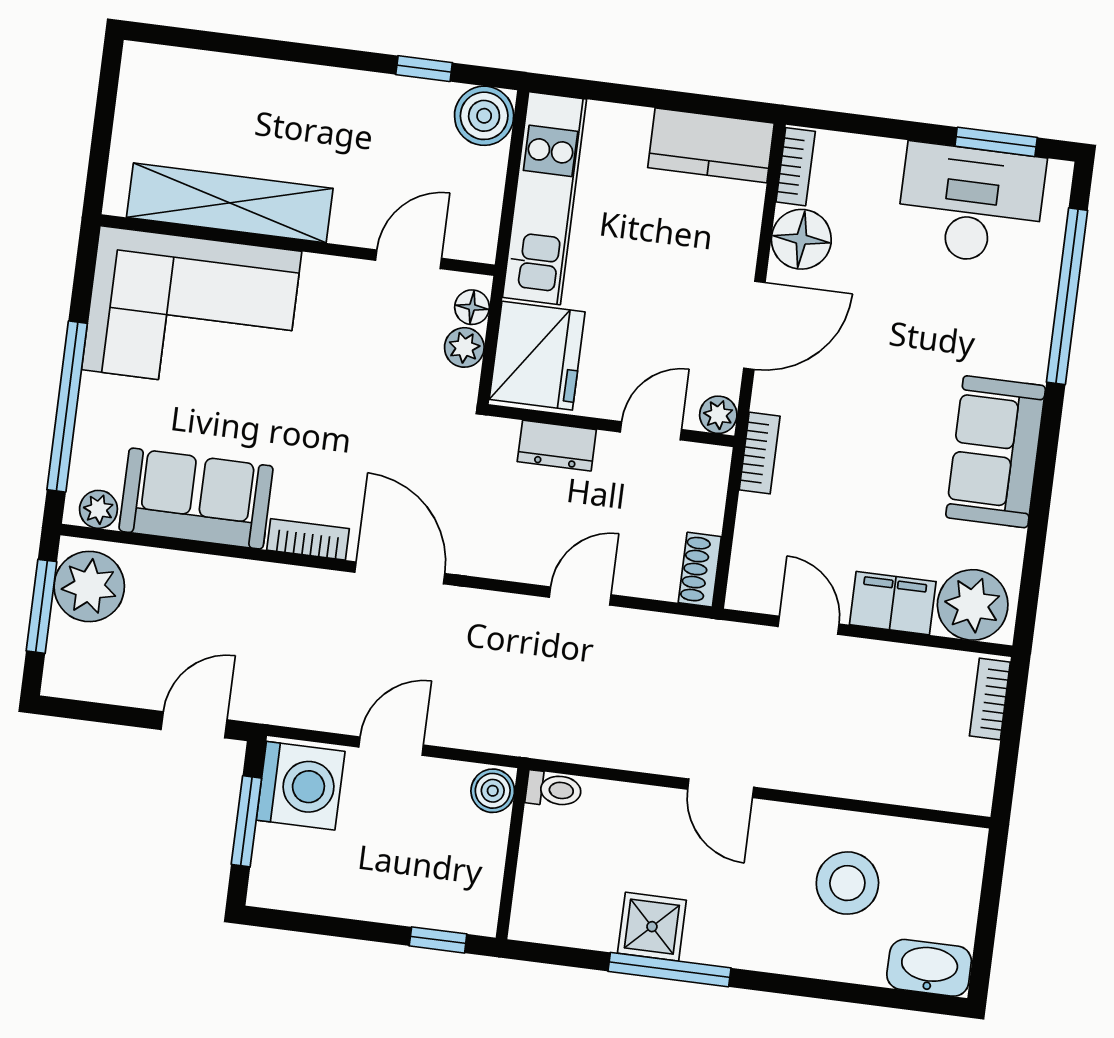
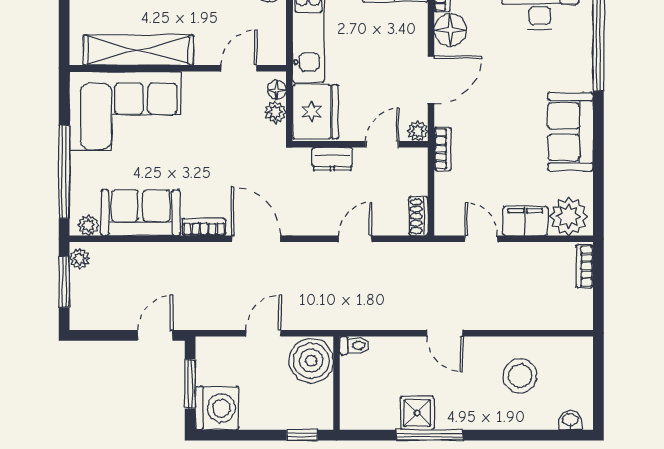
plant: (89, 586) -> (80, 259), width x0.53, depth x0.53
washing machine: (301, 786) -> (217, 408), moved
boiler: (493, 791) -> (311, 361), width x1.86, depth x1.86
washbasin: (929, 968) -> (570, 420), width x0.52, depth x0.69

